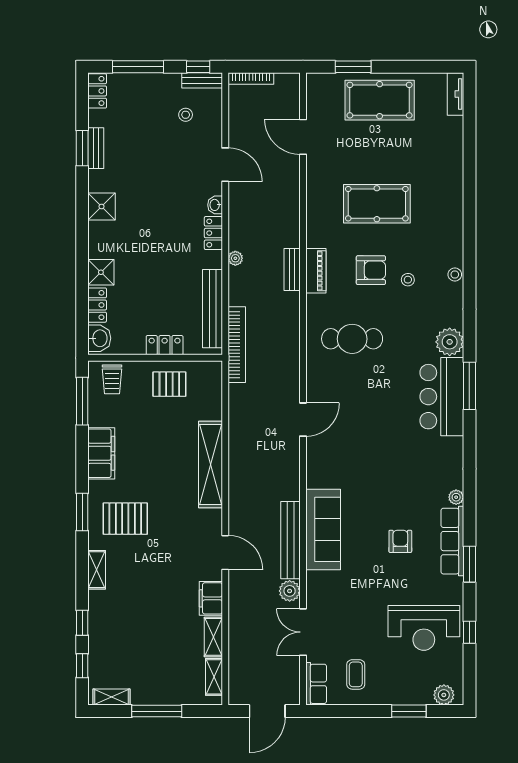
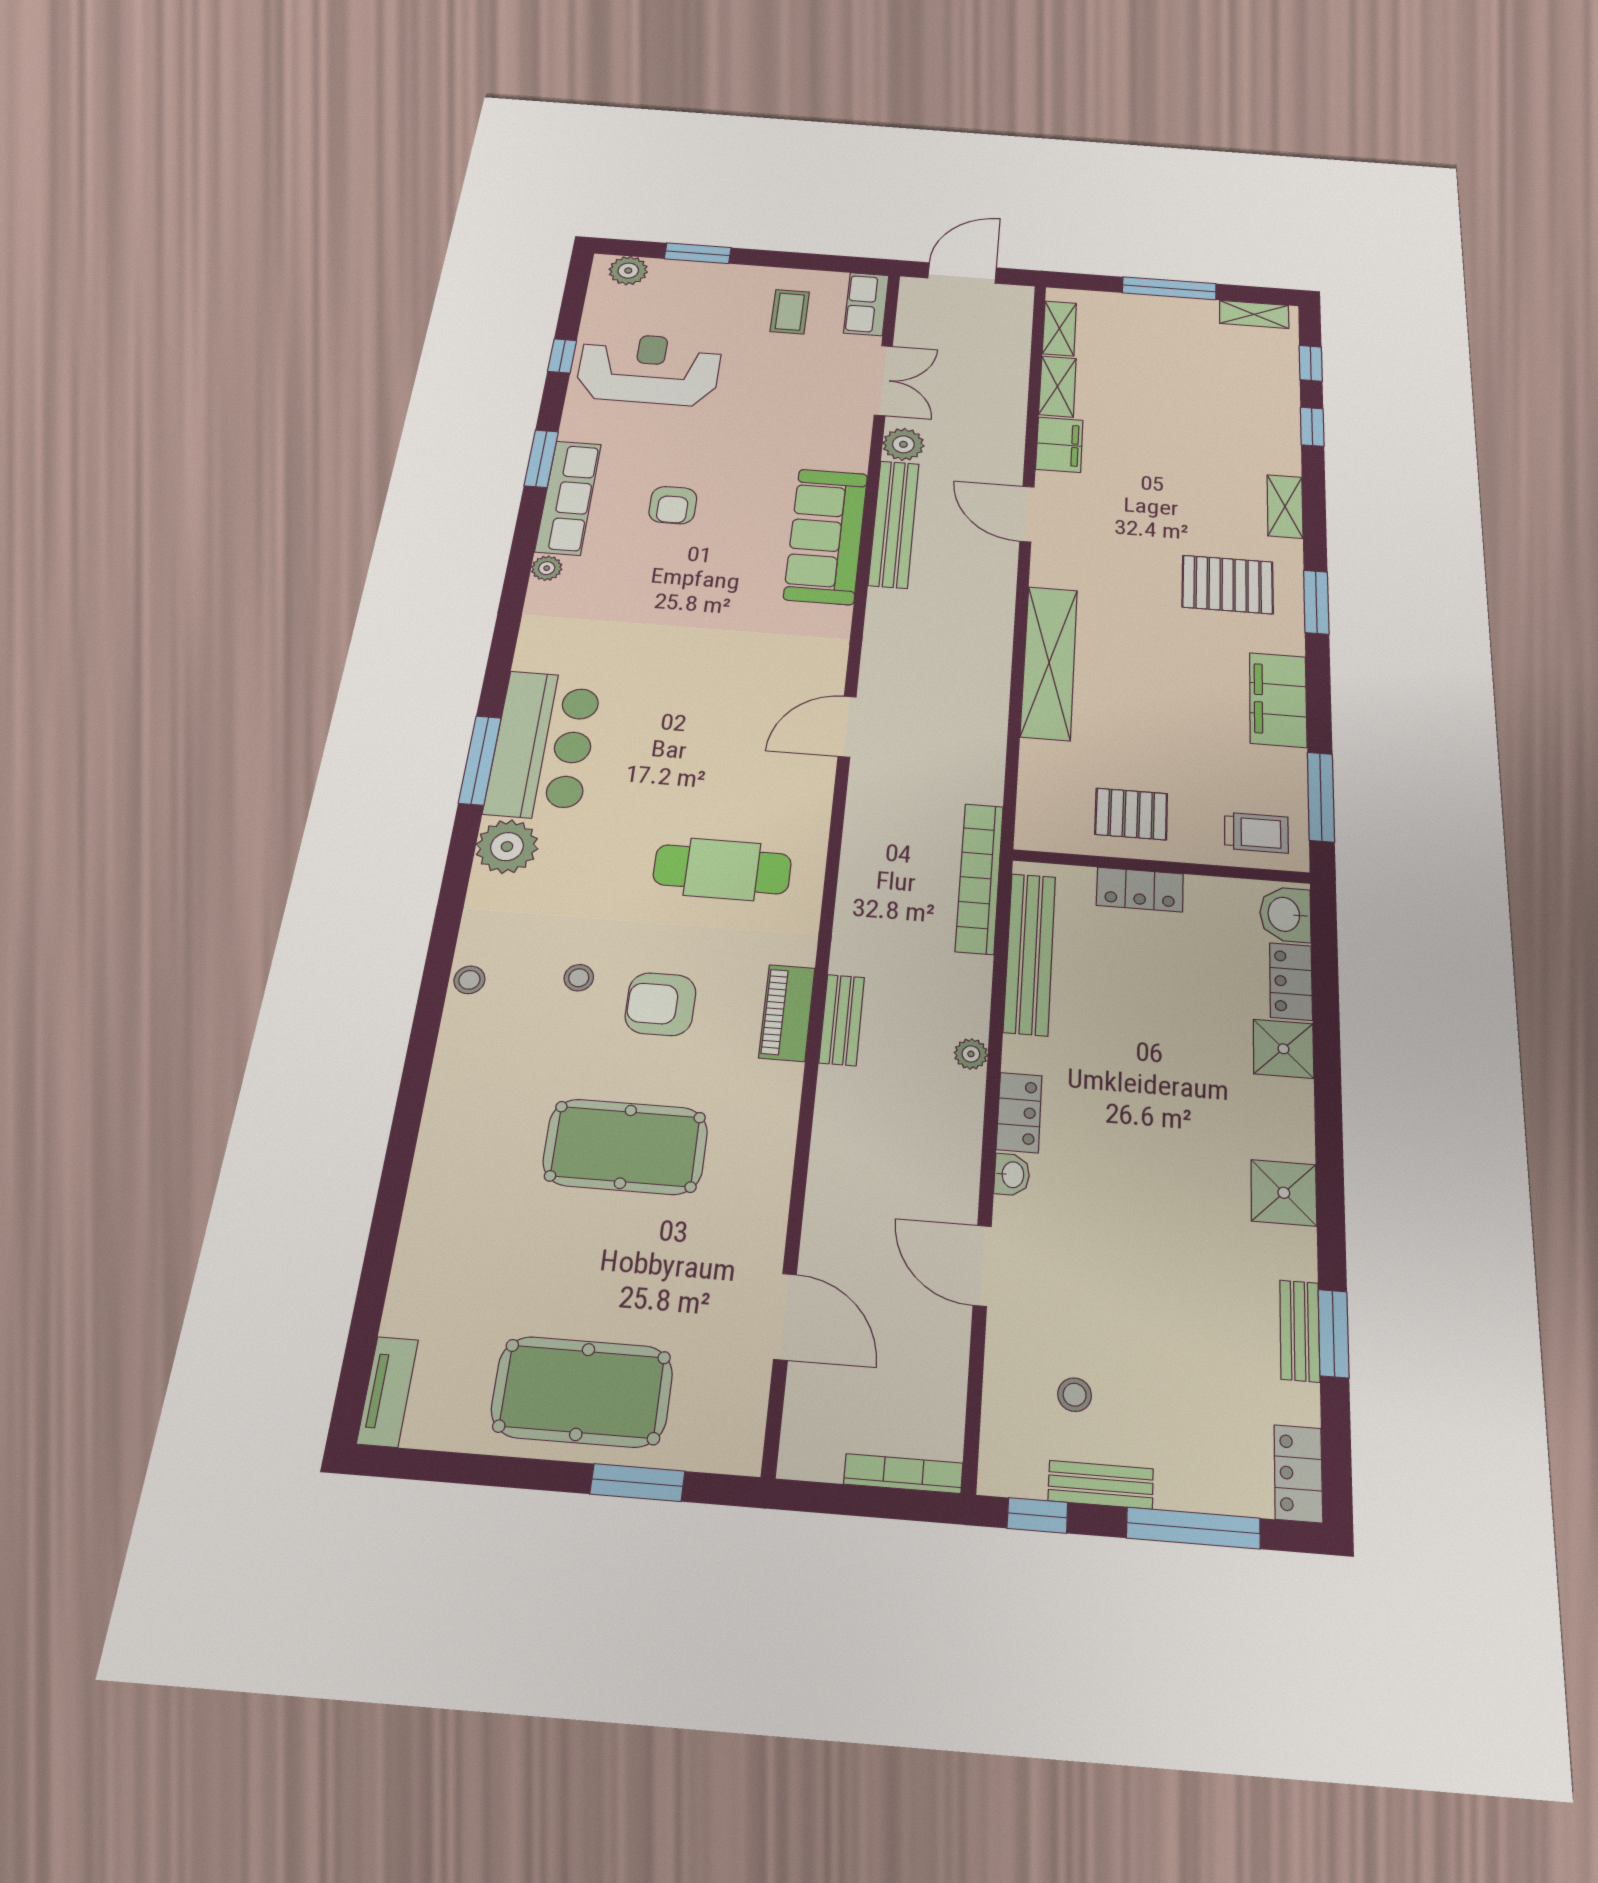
bench: (202, 80) -> (1101, 1485), moved
trolley: (112, 379) -> (1256, 833), turned 90

